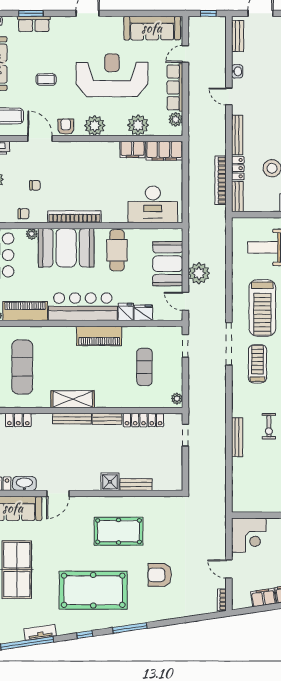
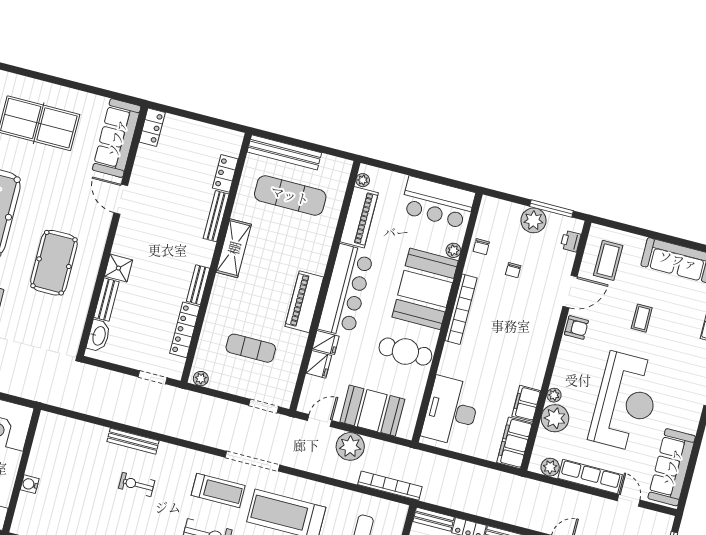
plant: (95, 126) -> (554, 395), moved, width x0.53, depth x0.53
bookcase: (221, 180) -> (390, 486), moved
bench: (72, 419) -> (216, 216), moved
washbasin: (24, 484) -> (99, 336), moved

